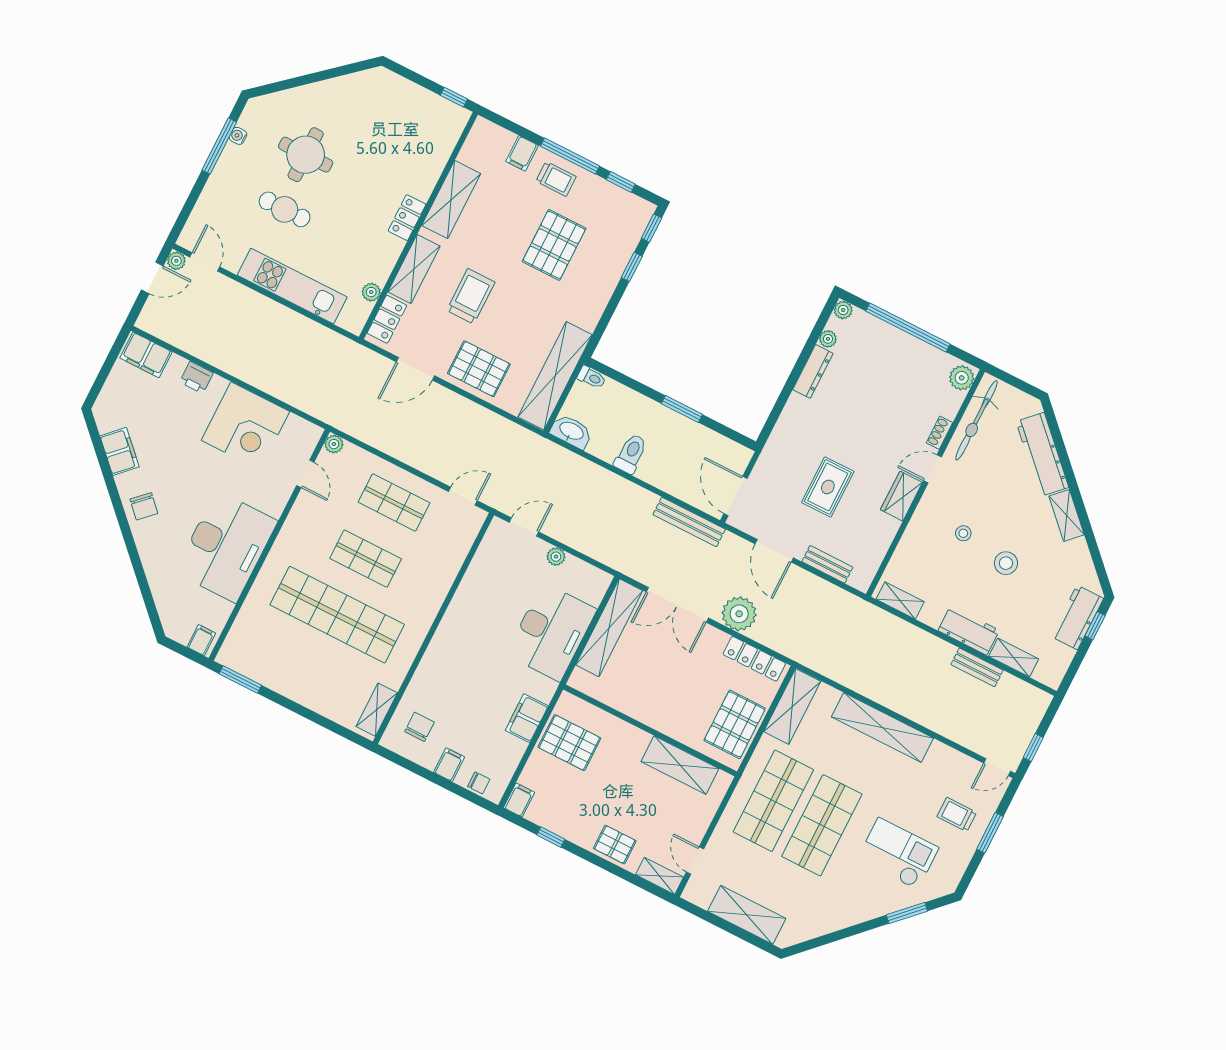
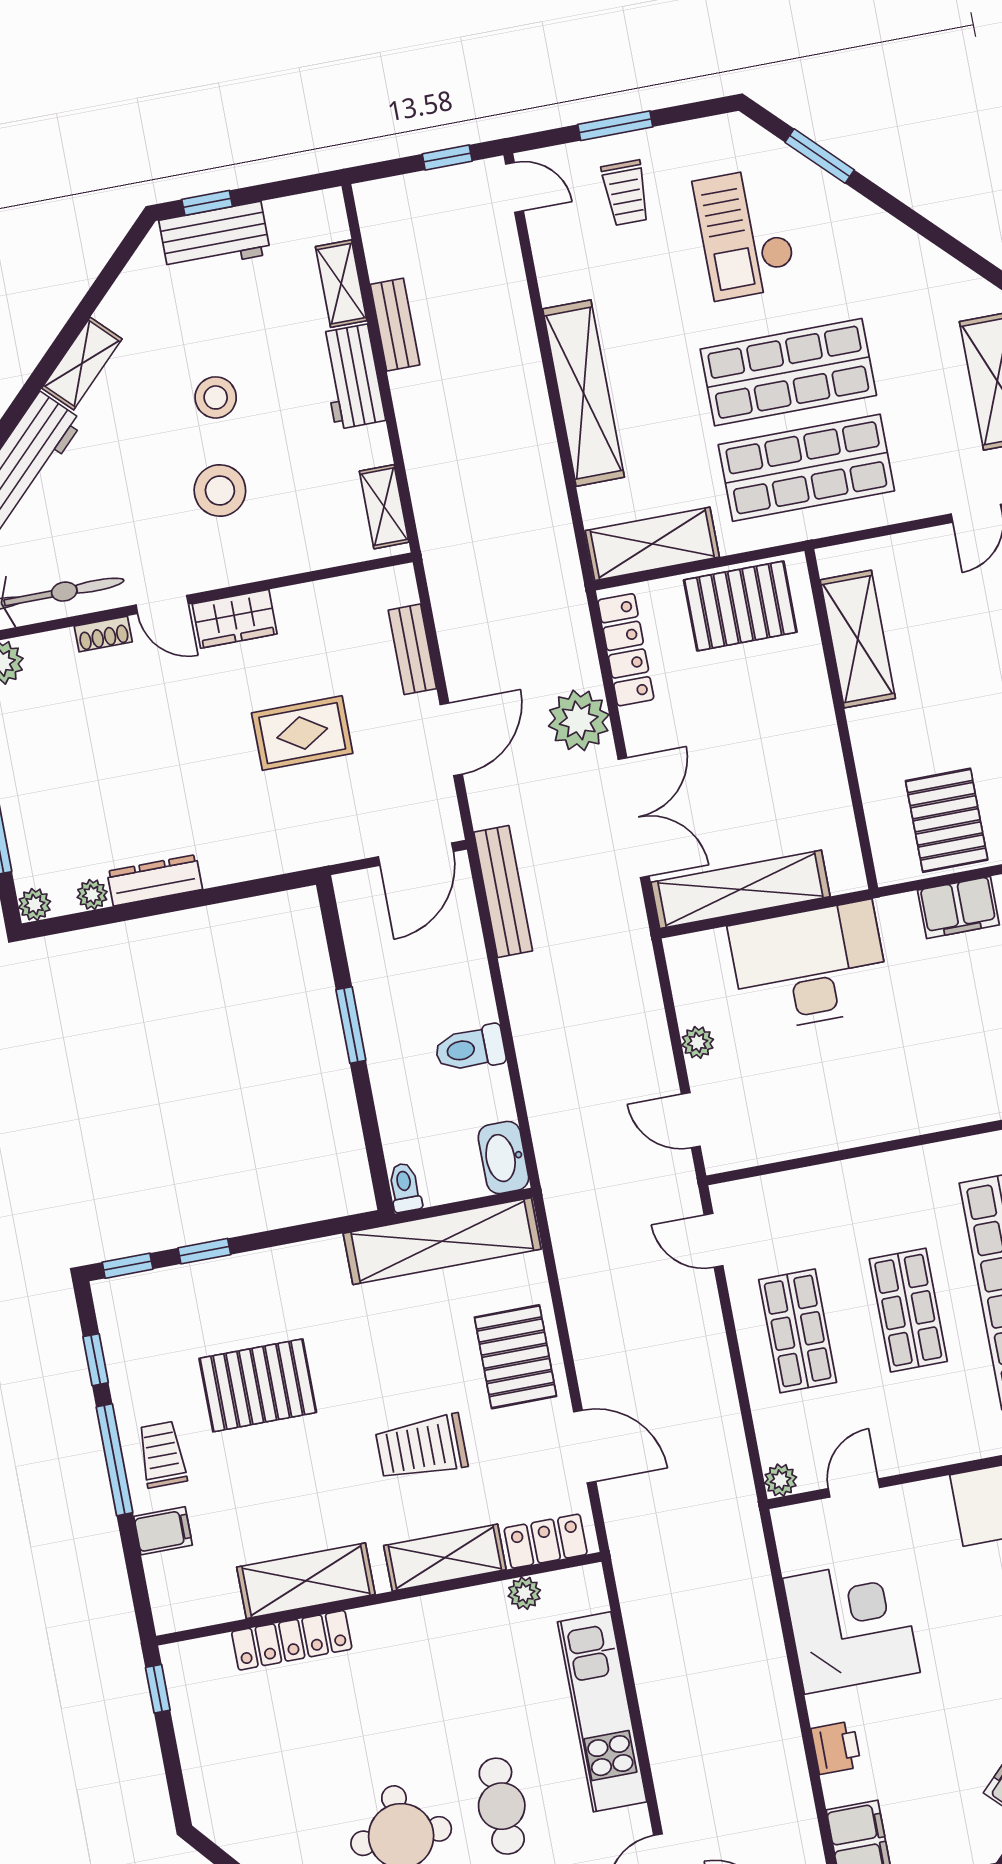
locker: (407, 218) -> (292, 1640), moved, width x1.53
stool: (963, 533) -> (220, 490), width x1.89, depth x1.89

